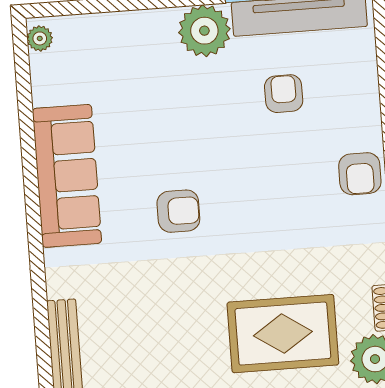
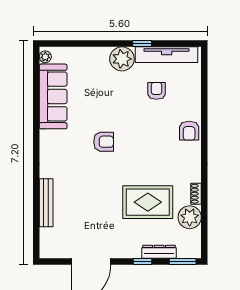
sofa: (67, 176) -> (53, 96), moved

